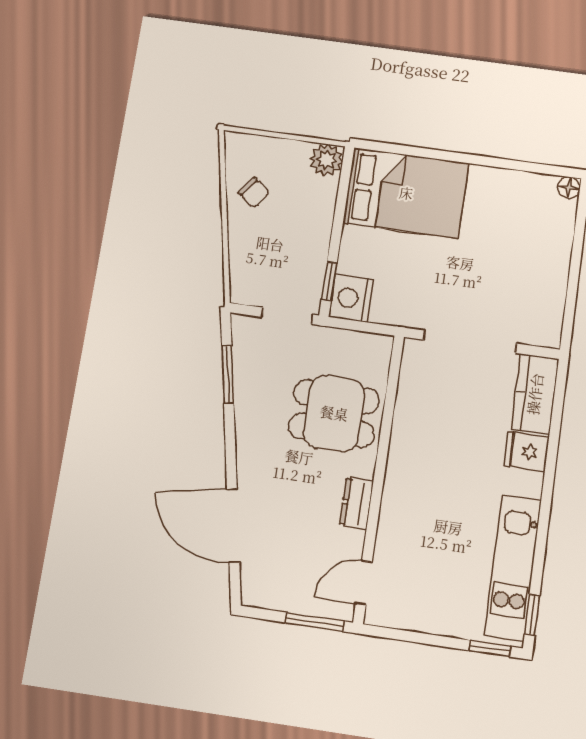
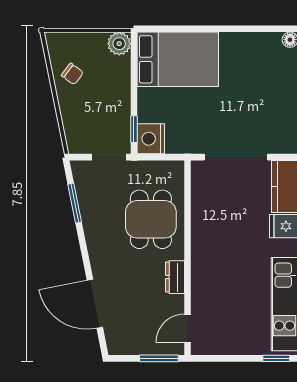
dining table: (334, 413) -> (151, 219), turned 90

